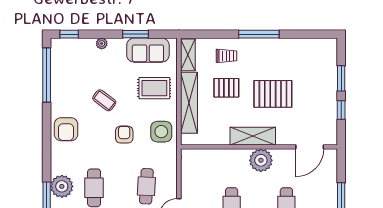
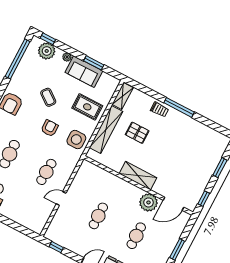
plant: (75, 49) -> (47, 51), added
sofa: (148, 50) -> (84, 72), moved
trolley: (226, 56) -> (160, 110), moved
pallet: (273, 94) -> (167, 154), removed
window: (341, 110) -> (204, 199), moved
plant: (261, 160) -> (149, 202), moved

